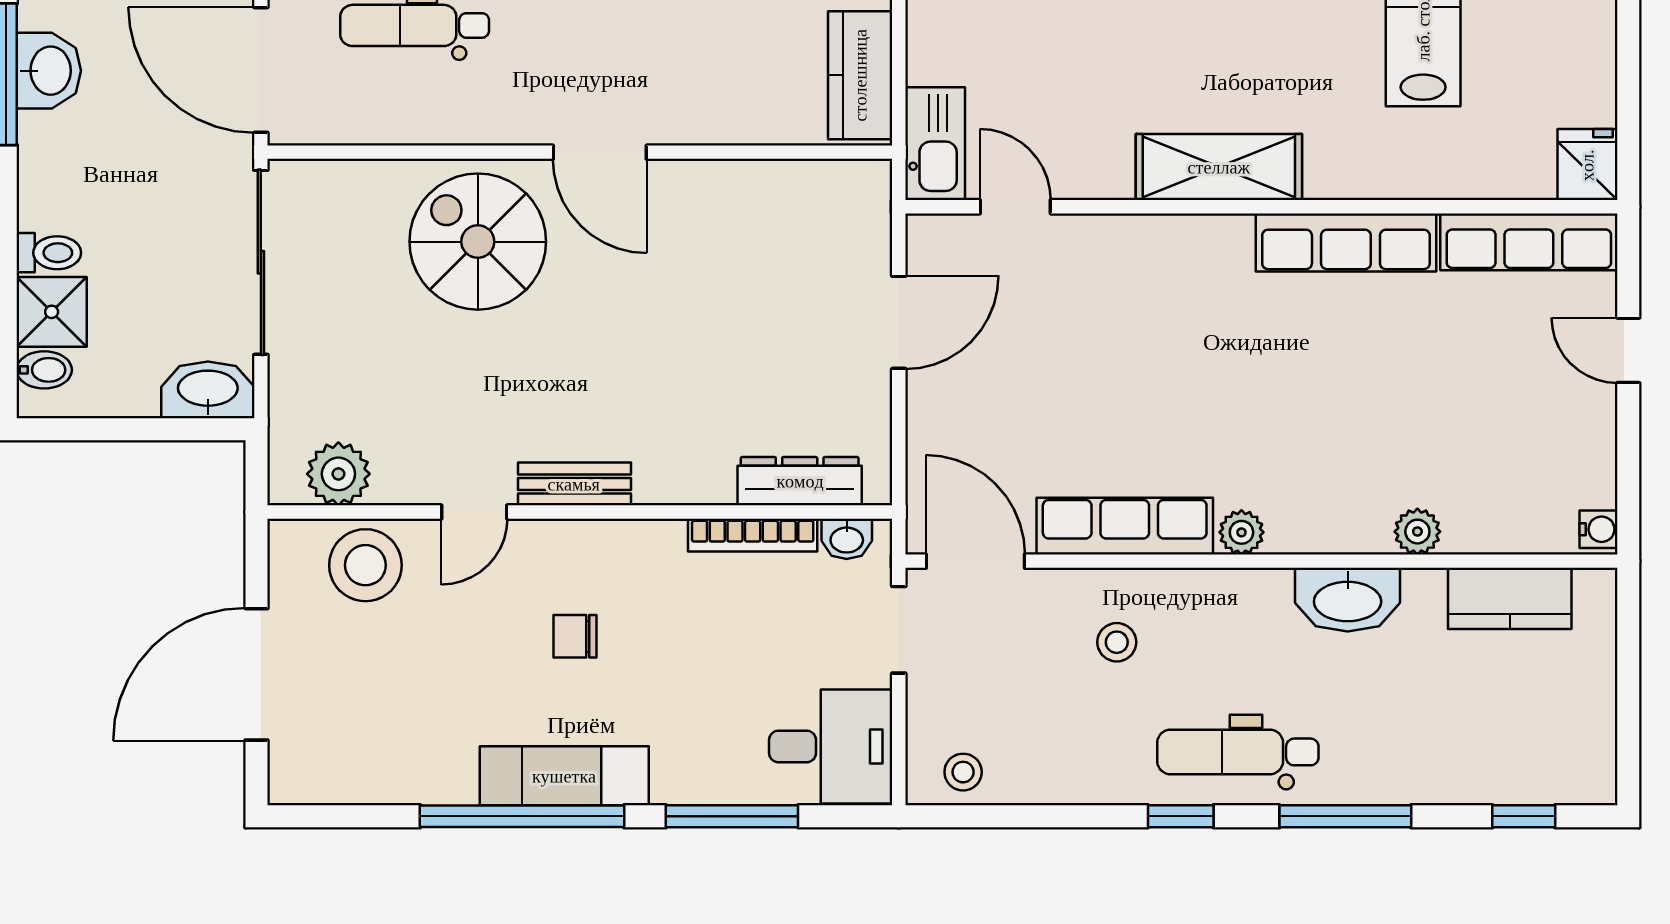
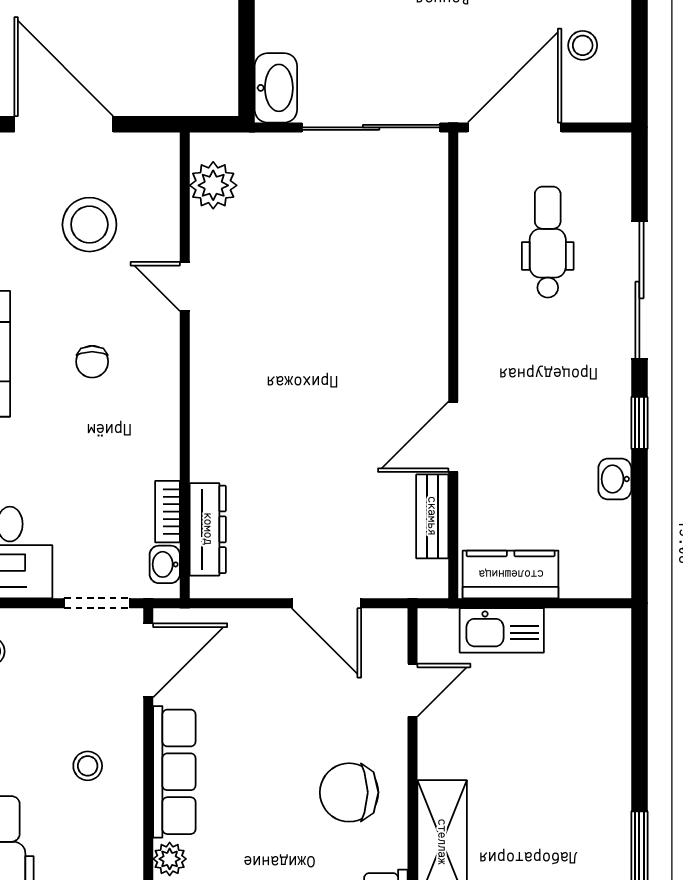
kitchen sink: (935, 144) -> (502, 630), moved
door: (600, 152) -> (453, 437), moved
spiral stairs: (478, 242) -> (387, 289), removed
chair: (1152, 292) -> (349, 792), added
bench: (574, 484) -> (432, 516), moved
bookcase: (753, 535) -> (168, 512), width x0.64
stool: (365, 565) -> (89, 225), moved
chair: (575, 636) -> (92, 362), turned 180

